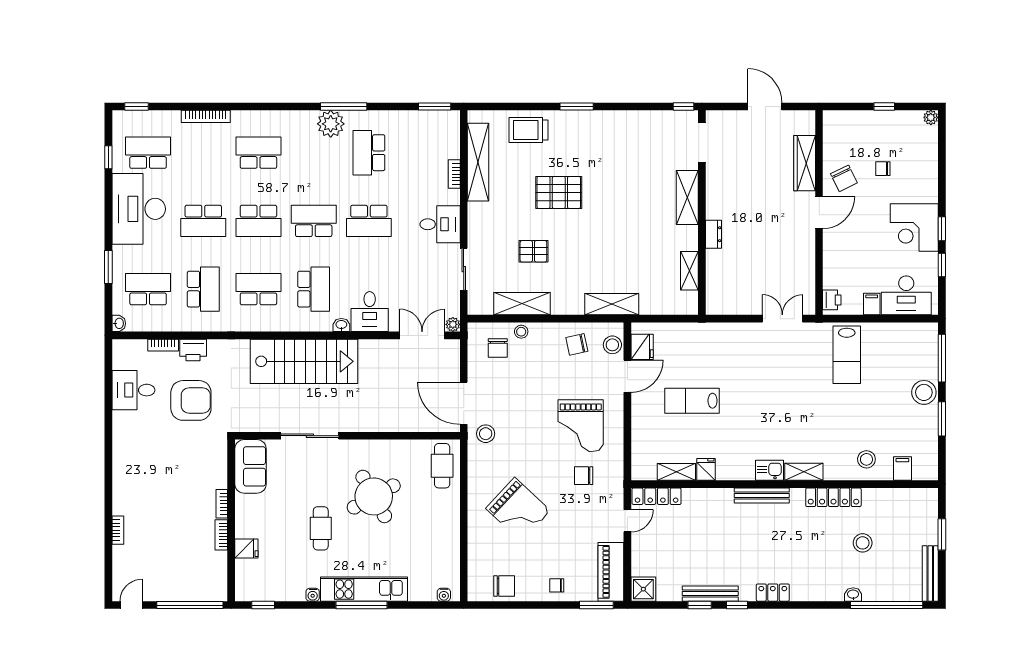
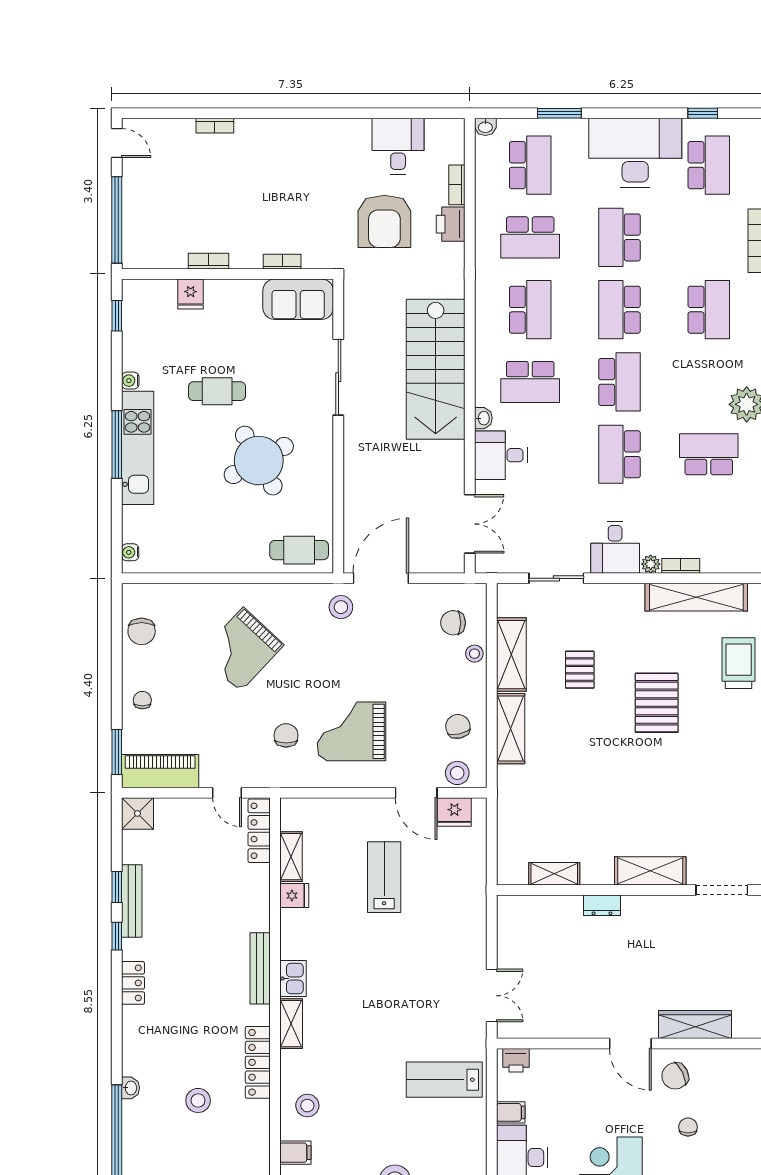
shelving: (612, 304) -> (511, 729), moved
plant: (453, 324) -> (651, 564), moved
bookcase: (222, 504) -> (282, 262), moved

